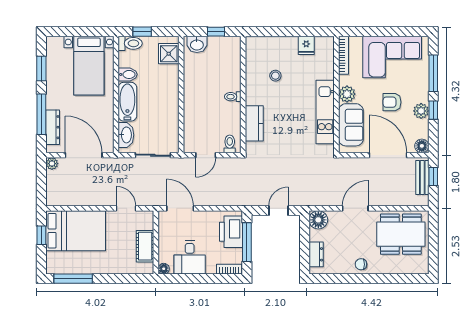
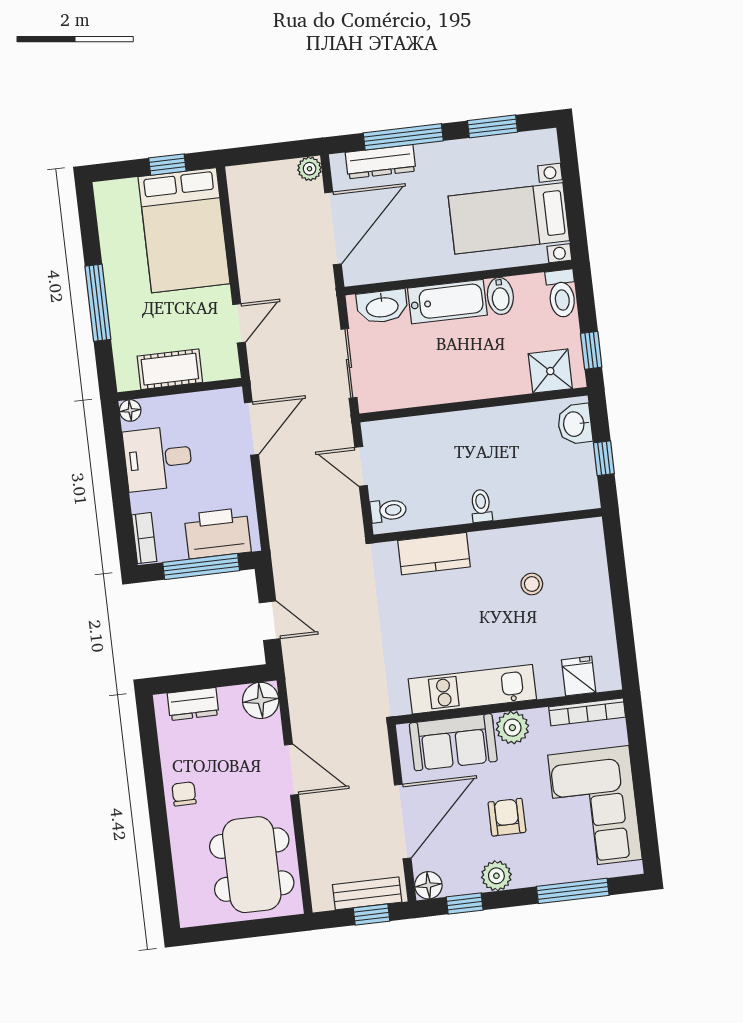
window: (142, 32) -> (591, 350), moved
fridge: (306, 45) -> (579, 676), moved, turned 90
window: (433, 110) -> (465, 904), moved
window: (73, 279) -> (98, 303), moved

